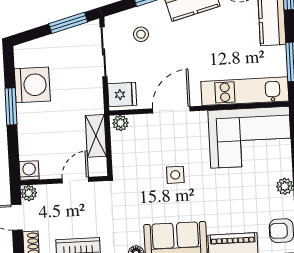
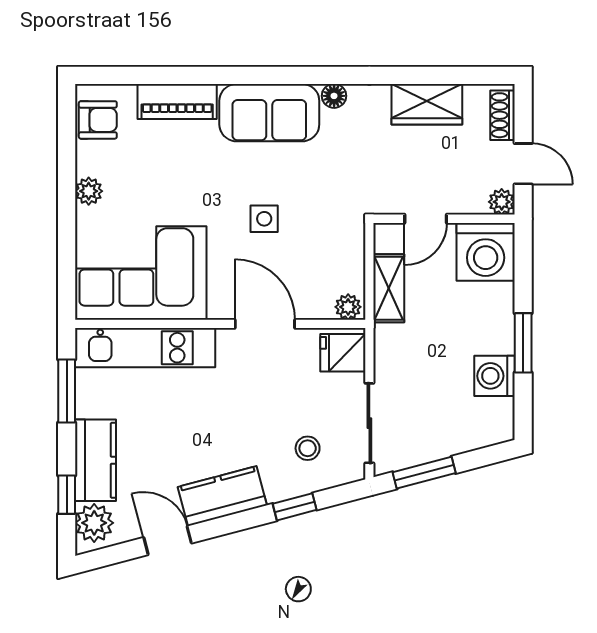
washing machine: (32, 85) -> (494, 376), width x0.73, depth x0.73
door: (171, 110) -> (265, 324), swing flipped
washing machine: (29, 170) -> (486, 252), width x1.89, depth x1.89

